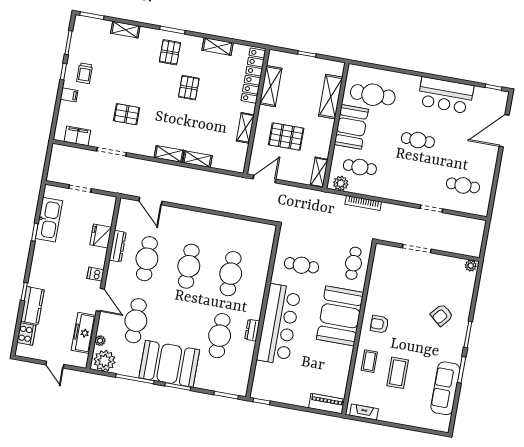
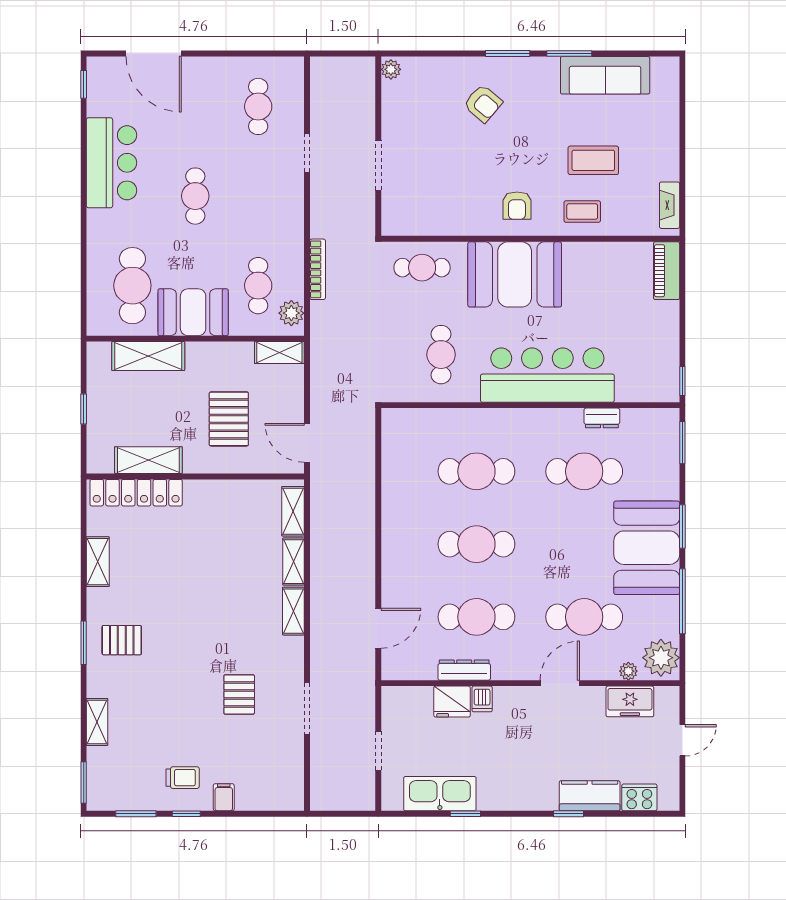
pallet: (189, 88) -> (176, 598), removed
shelving: (245, 128) -> (293, 511), moved, turned 90
filing cabinet: (77, 136) -> (290, 771), removed
dishwasher: (95, 274) -> (482, 699), moved
dresser: (252, 330) -> (602, 418), moved
freezer: (84, 333) -> (630, 701), width x0.71

